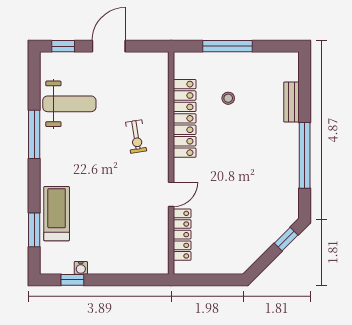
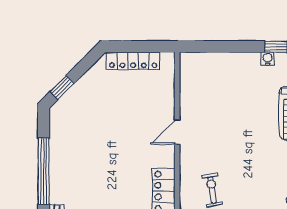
locker: (182, 235) -> (133, 61), moved, turned -90

